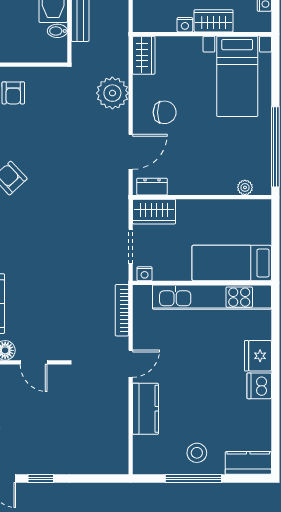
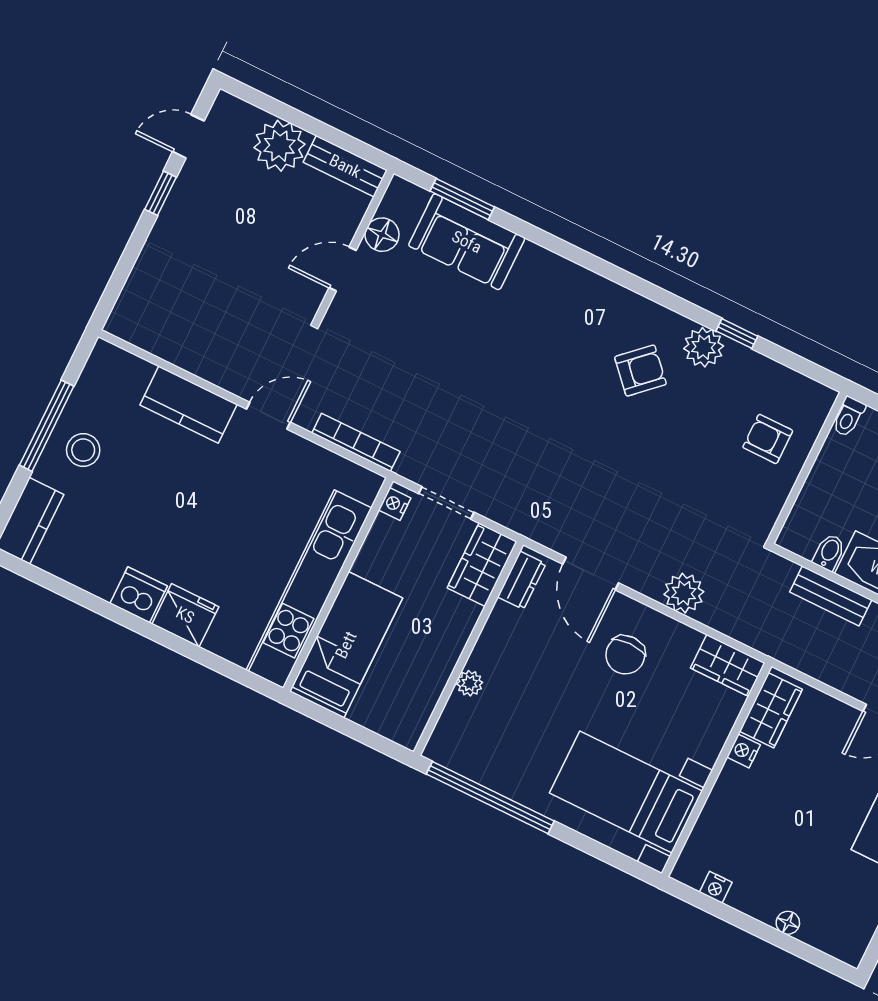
wardrobe: (214, 21) -> (771, 710), moved
plant: (112, 93) -> (684, 593), width x0.73, depth x0.73
plant: (245, 187) -> (470, 683), moved
door: (131, 364) -> (268, 416), swing flipped

